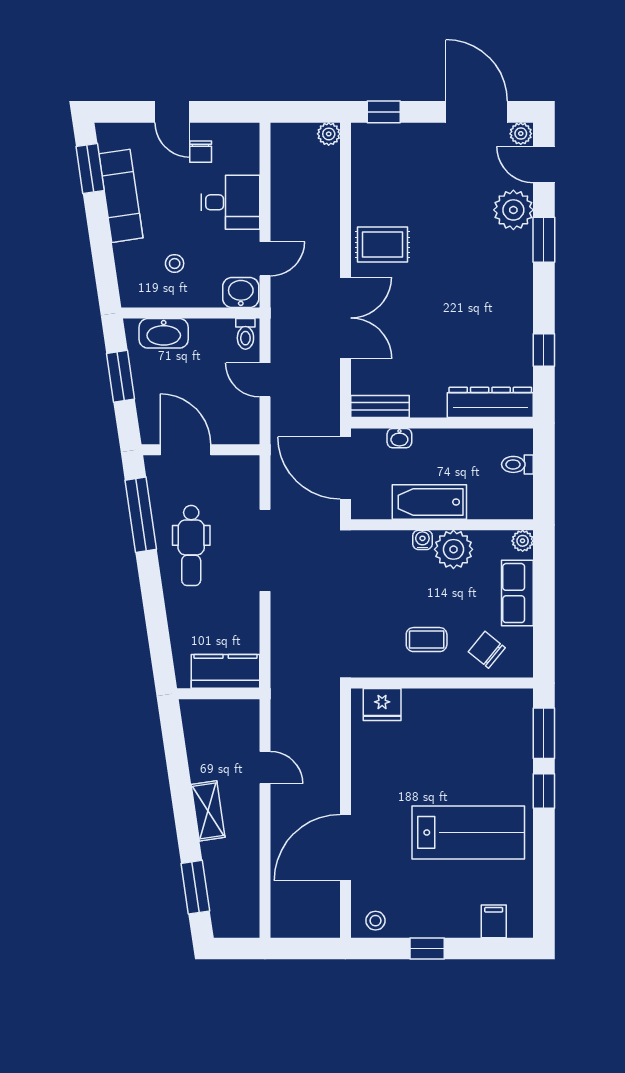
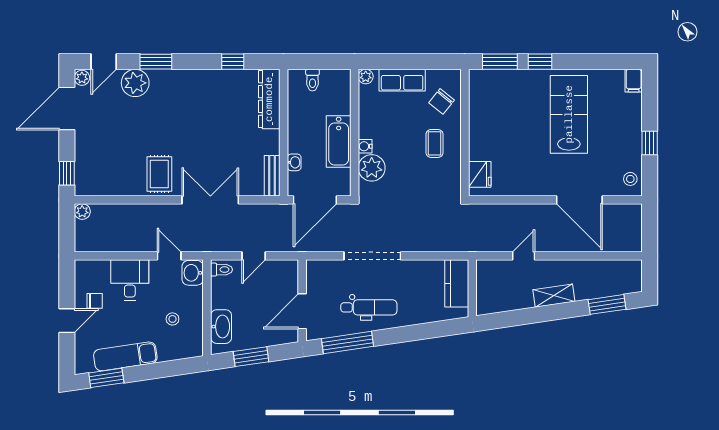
plant: (453, 549) -> (372, 168), moved
filing cabinet: (494, 921) -> (634, 81), moved, turned -90

